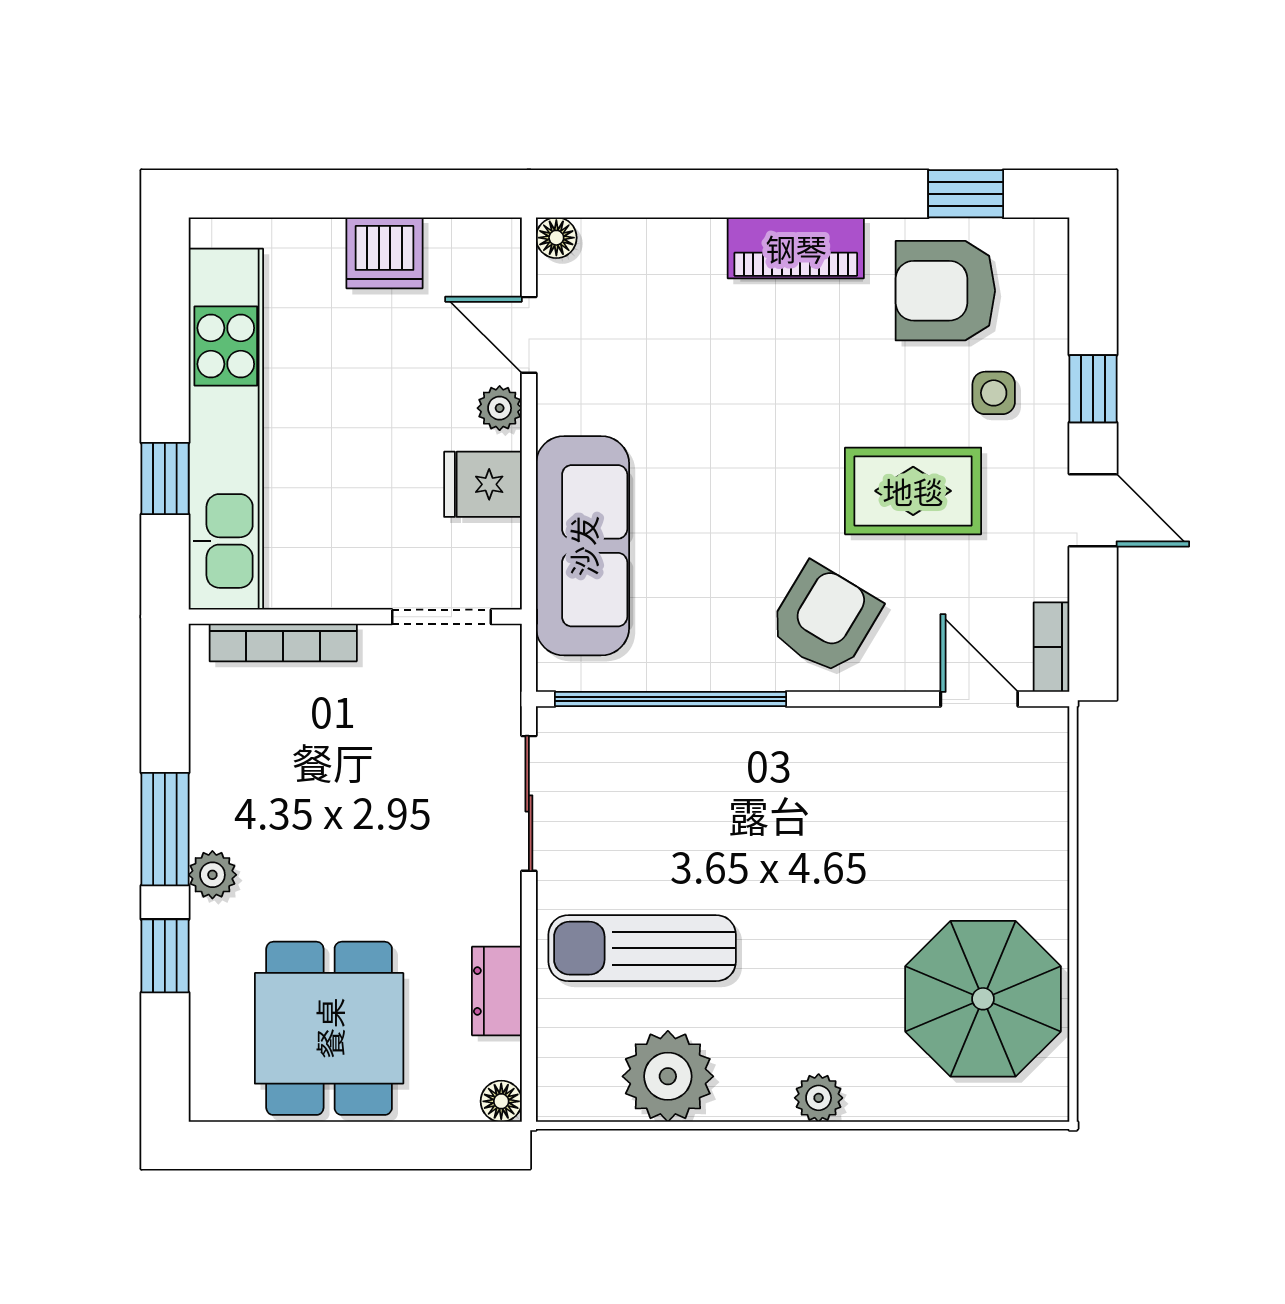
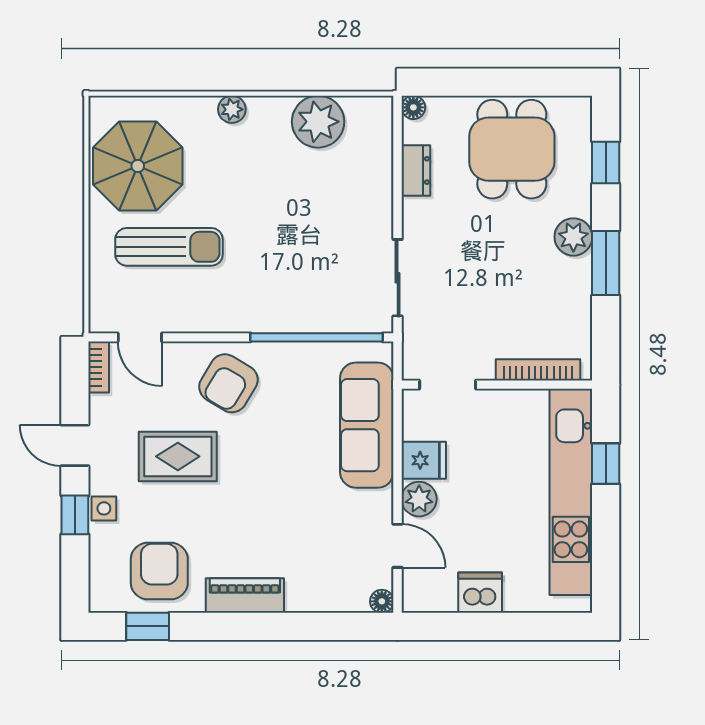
armchair: (945, 291) -> (159, 571), turned -90
side table: (994, 393) -> (104, 508), moved
plant: (500, 408) -> (419, 499), width x1.38, depth x1.38
plant: (212, 875) -> (573, 237), width x1.38, depth x1.38
sun lounger: (642, 948) -> (169, 247), moved
window: (165, 956) -> (606, 162), moved

